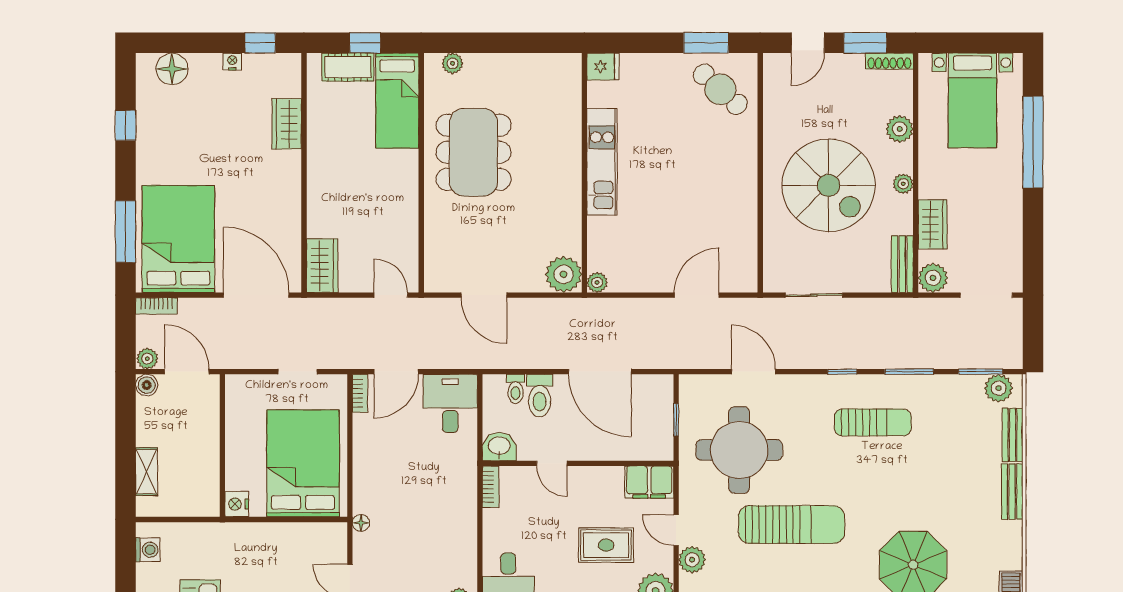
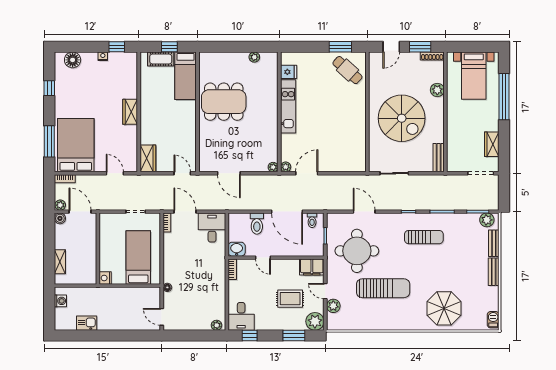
plant: (452, 63) -> (254, 57), moved
fridge: (603, 67) -> (289, 72), moved
wardrobe: (287, 124) -> (130, 112), moved
dining table: (474, 152) -> (224, 102), turned 90
plant: (903, 184) -> (439, 117), removed
wardrobe: (933, 224) -> (492, 144), moved, turned 180
plant: (564, 274) -> (273, 167), width x0.53, depth x0.53
plant: (933, 278) -> (454, 165), removed
door: (256, 295) -> (115, 173), width x0.53
door: (697, 295) -> (307, 173), moved
door: (396, 372) -> (185, 212), swing flipped
toilet: (516, 389) -> (312, 220), moved
bed: (303, 463) -> (138, 258), width x0.67

